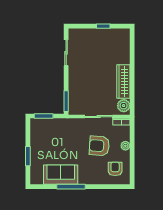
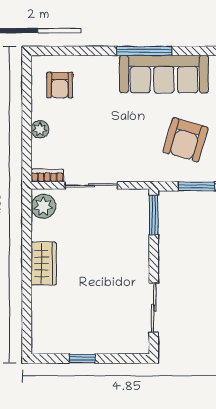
wardrobe: (123, 81) -> (44, 263), width x0.67
armchair: (99, 146) -> (186, 140), moved, turned 102
sofa: (61, 175) -> (164, 74), width x1.36

